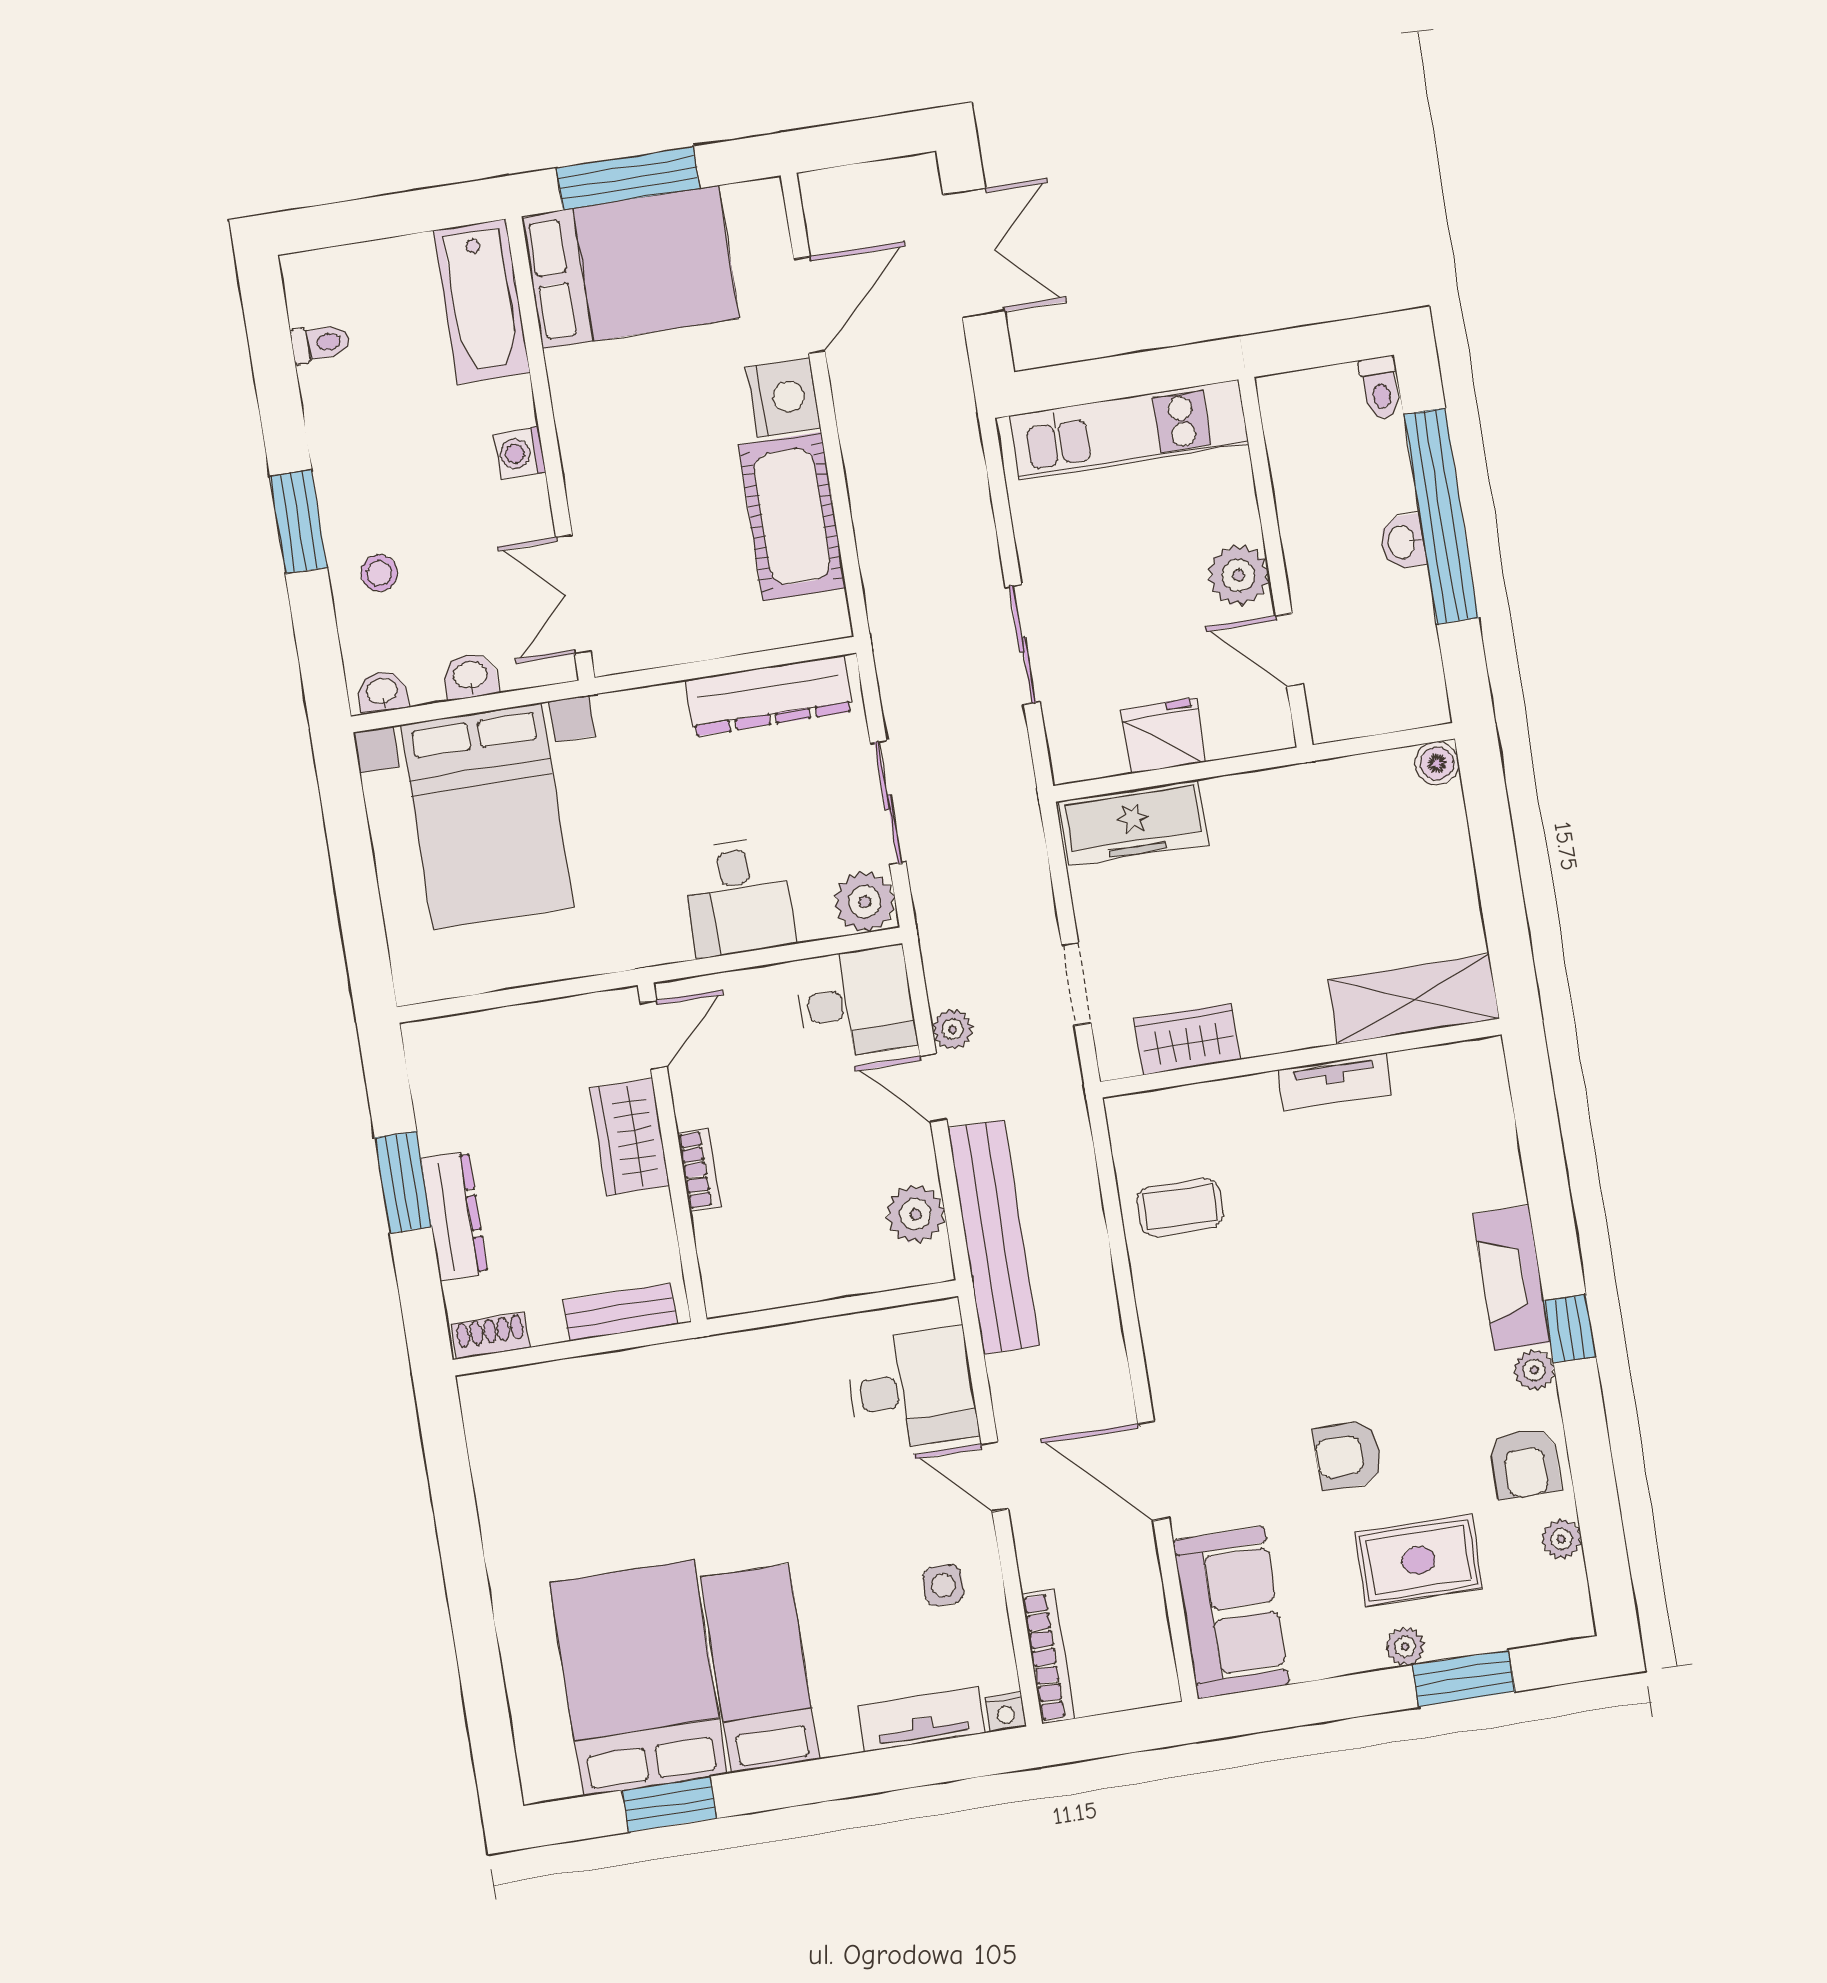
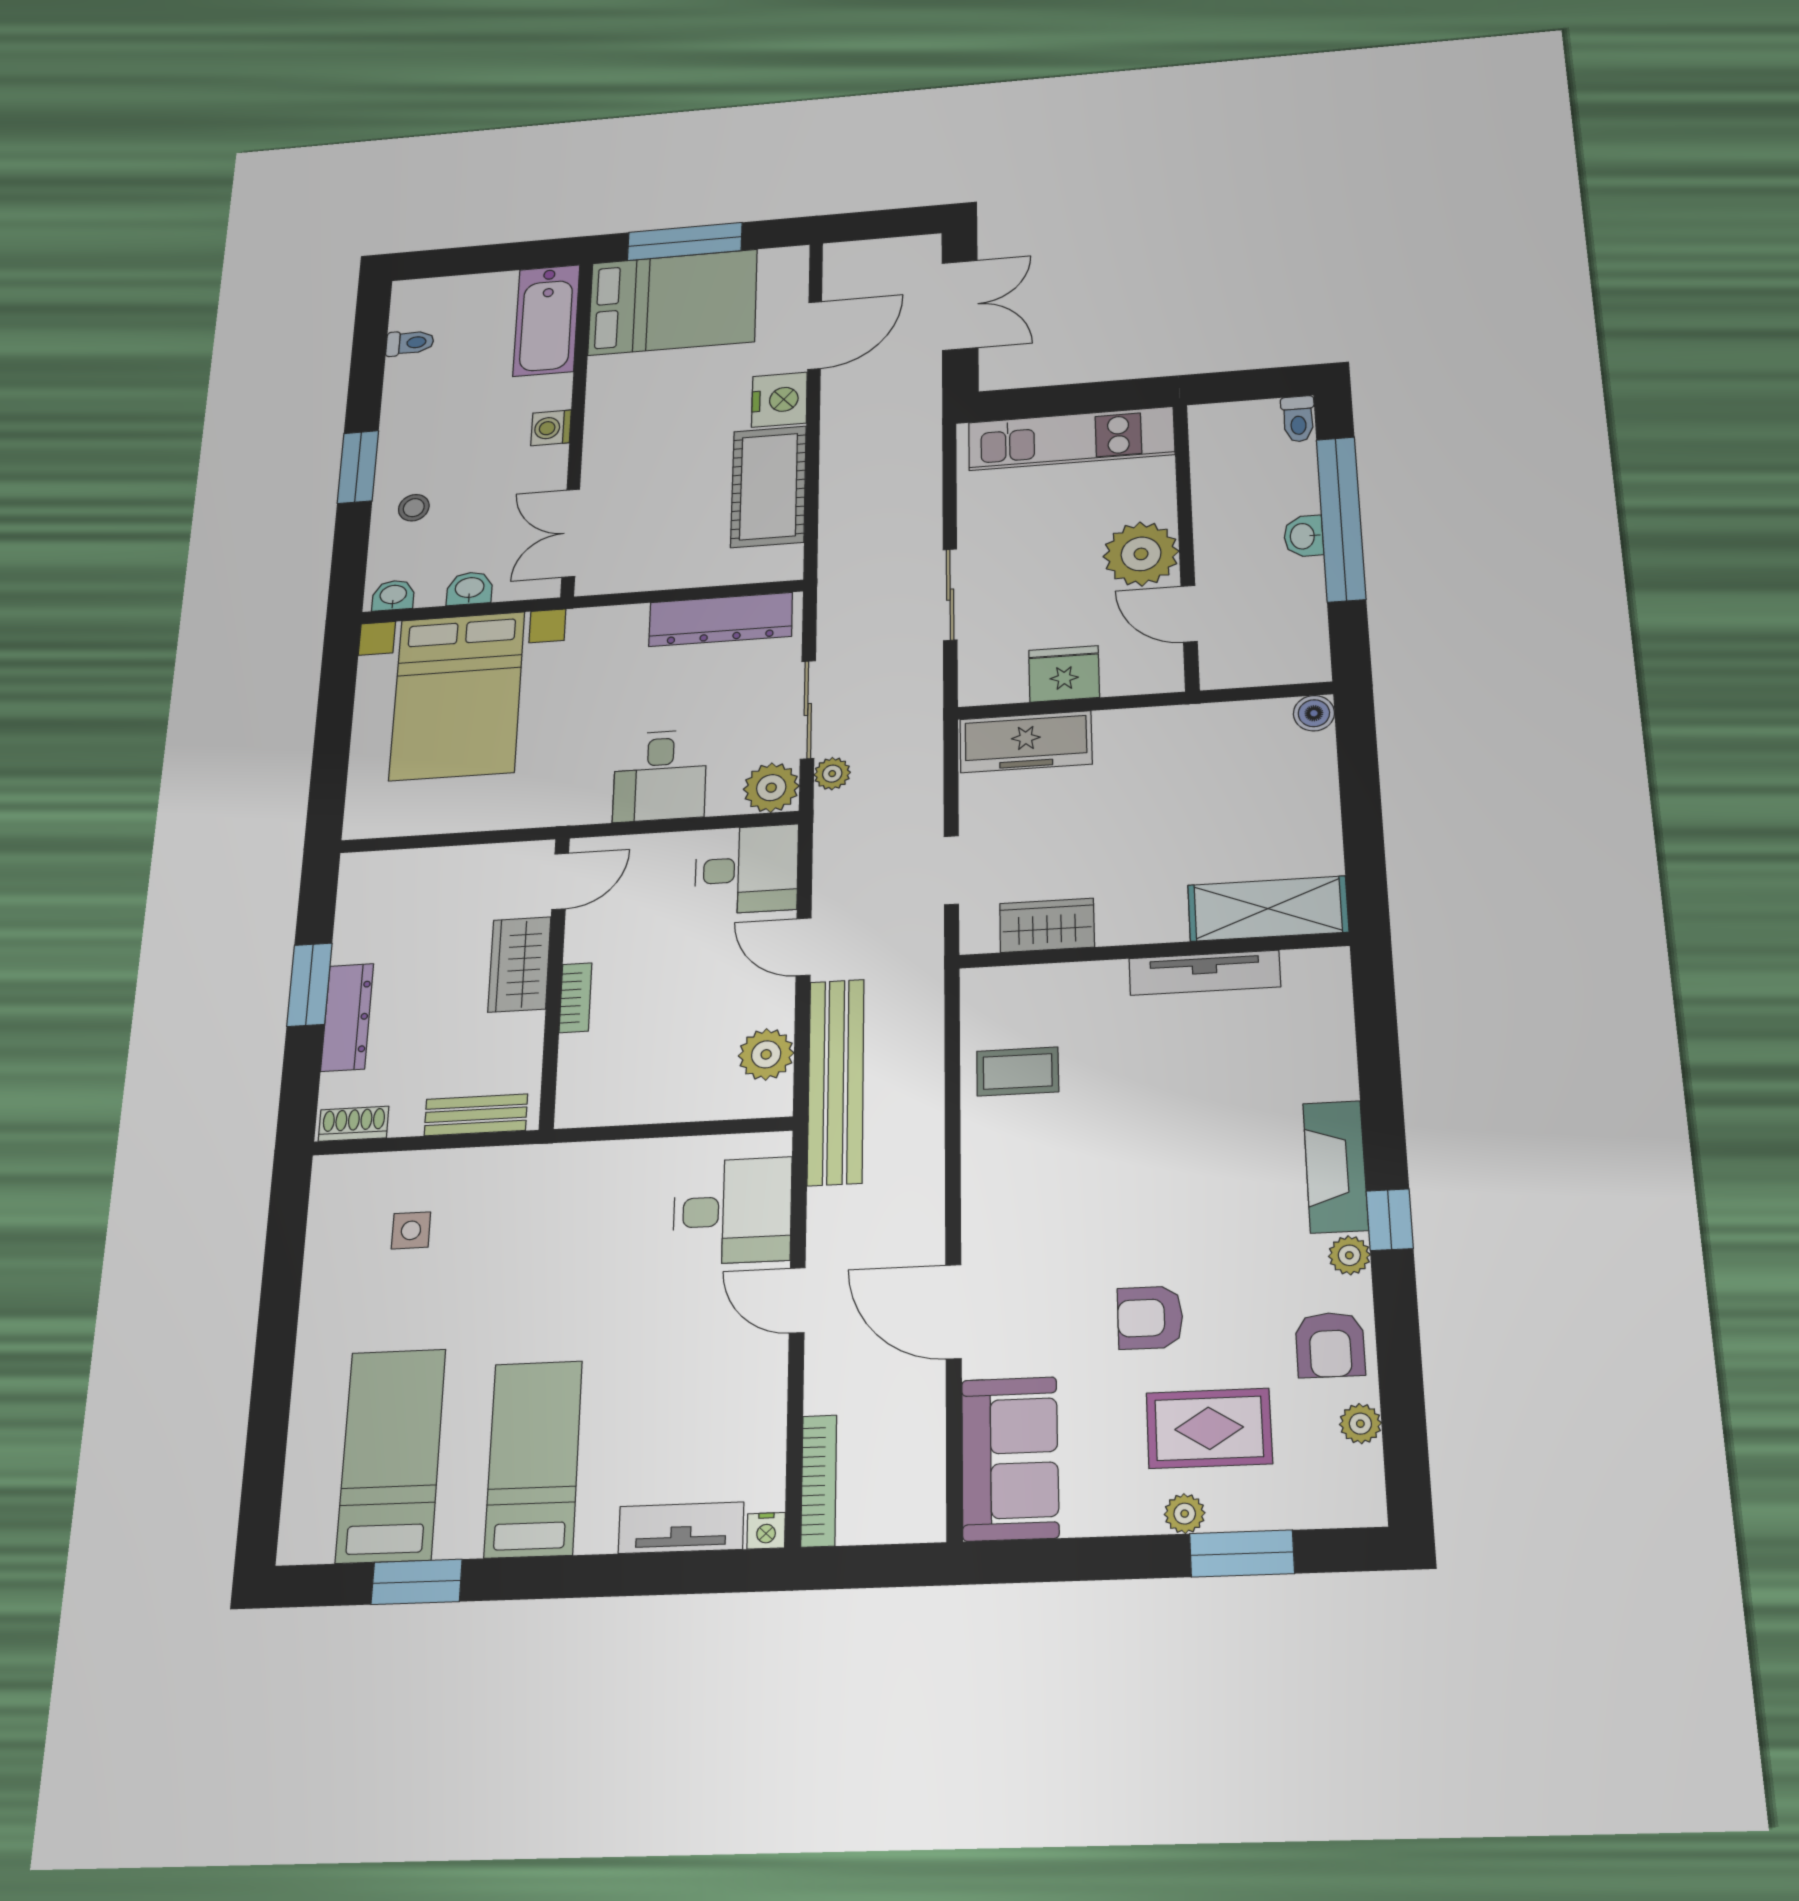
plant: (1238, 575) -> (1141, 554), width x1.36, depth x1.36
plant: (952, 1029) -> (832, 774), moved
tv unit: (1335, 1082) -> (1205, 973), width x1.41
side table: (943, 1585) -> (411, 1230), moved
bed: (638, 1678) -> (391, 1455), width x0.67

